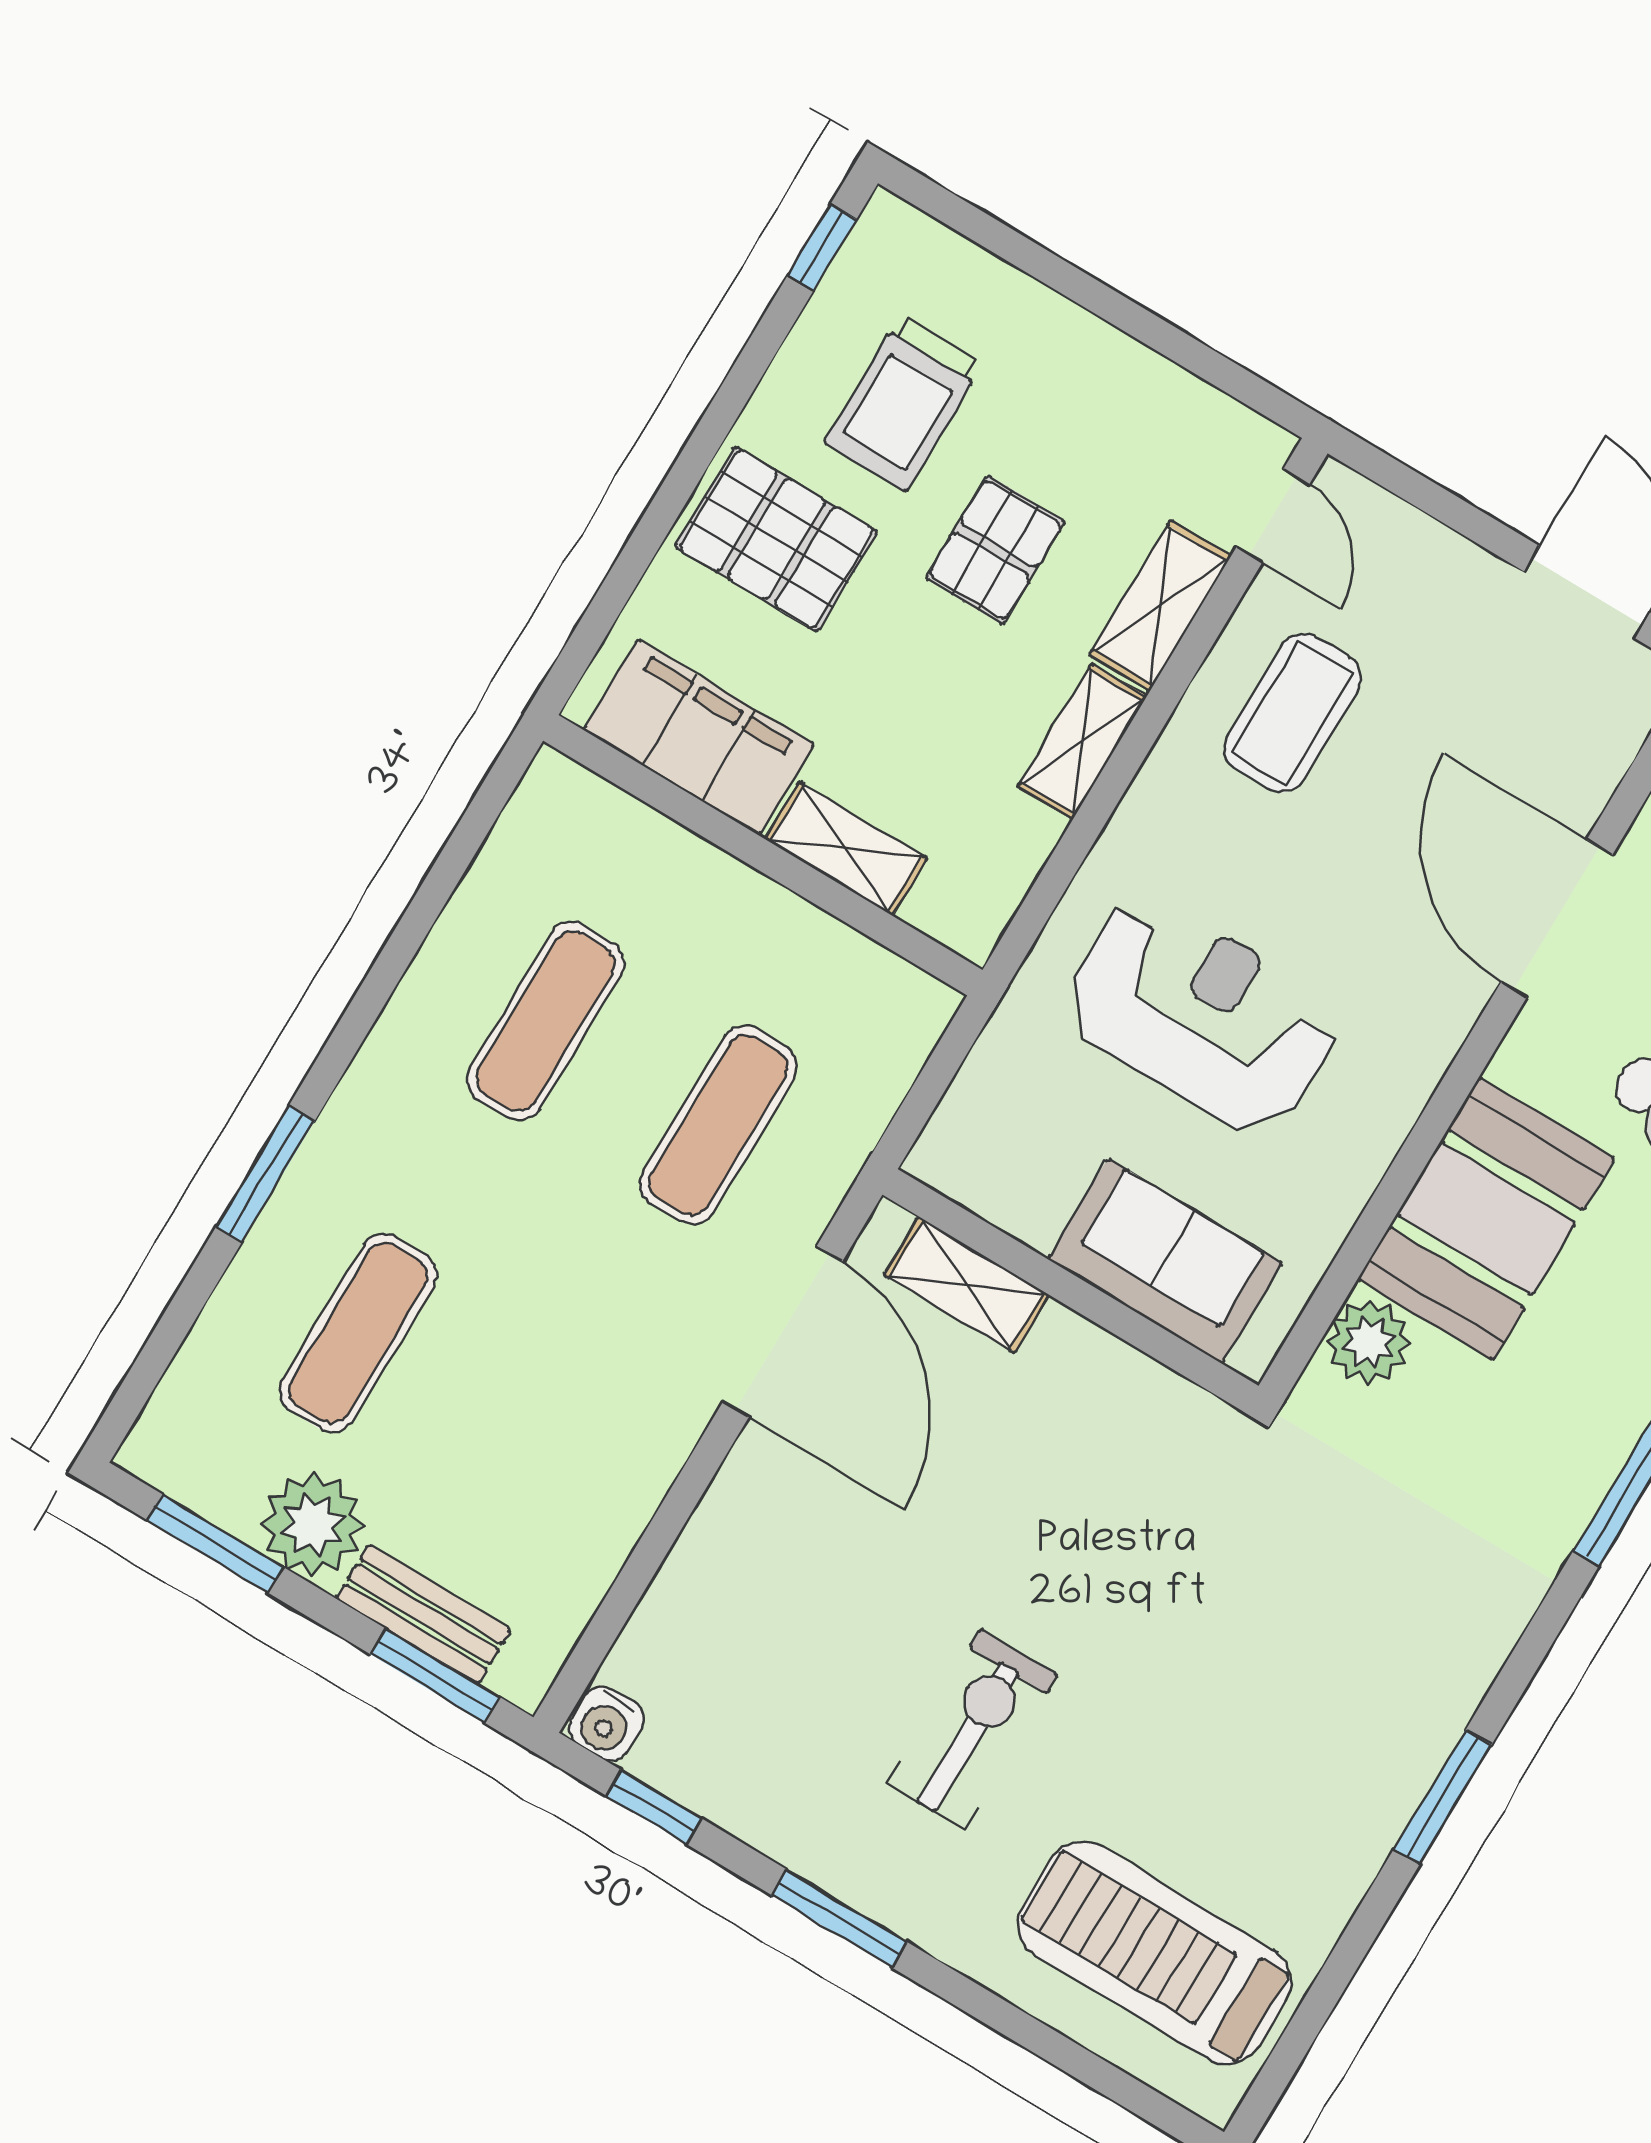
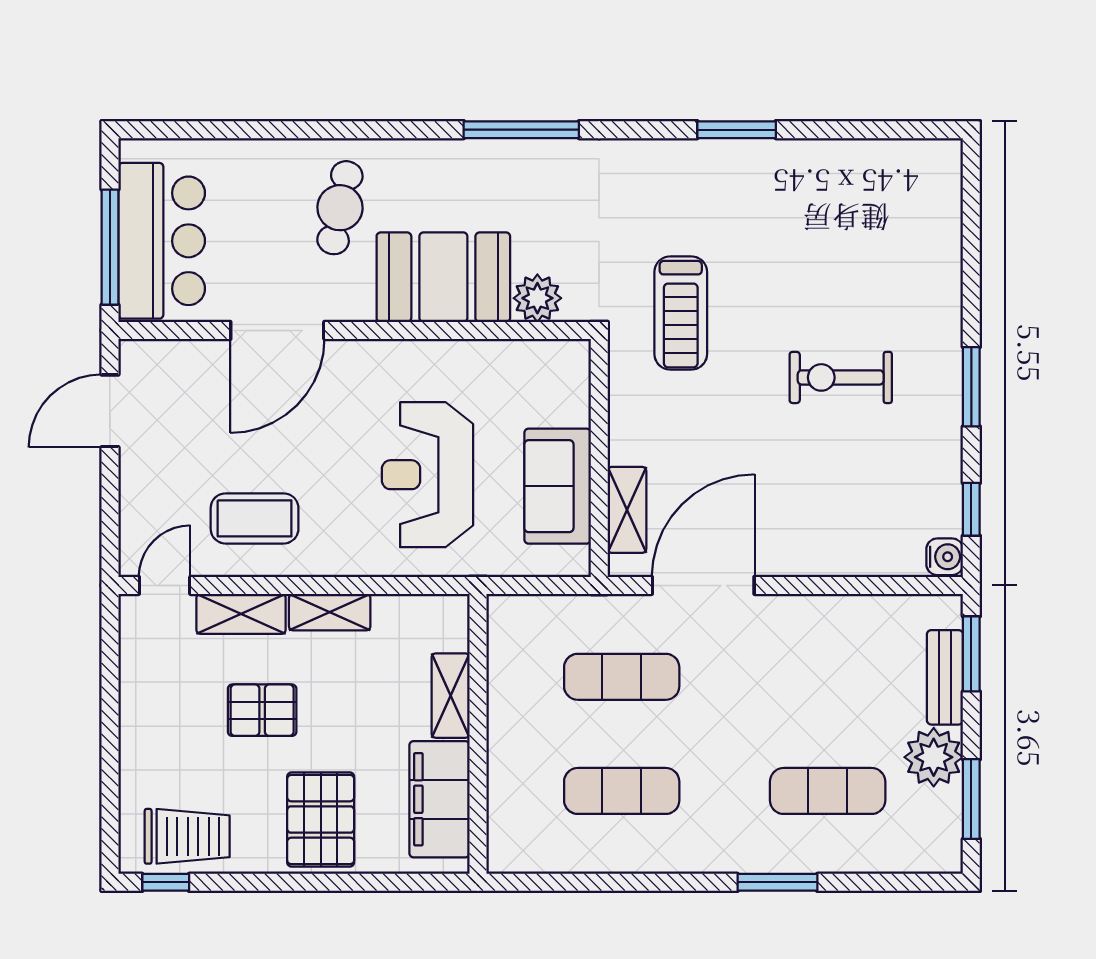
trolley: (904, 403) -> (187, 836), moved
sofa: (1165, 1261) -> (558, 486), moved
treadmill: (1155, 1953) -> (681, 313), moved, width x0.73, depth x0.73

